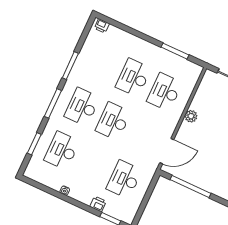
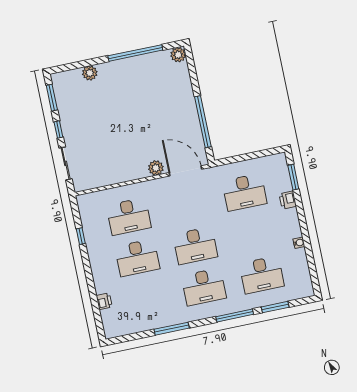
printer: (102, 26) -> (104, 301), moved
window: (175, 51) -> (81, 236), width x0.46
window: (53, 103) -> (235, 315), moved
plant: (191, 116) -> (156, 168), moved

